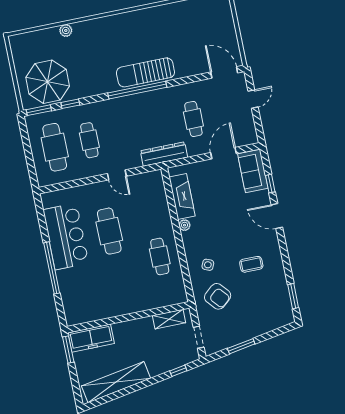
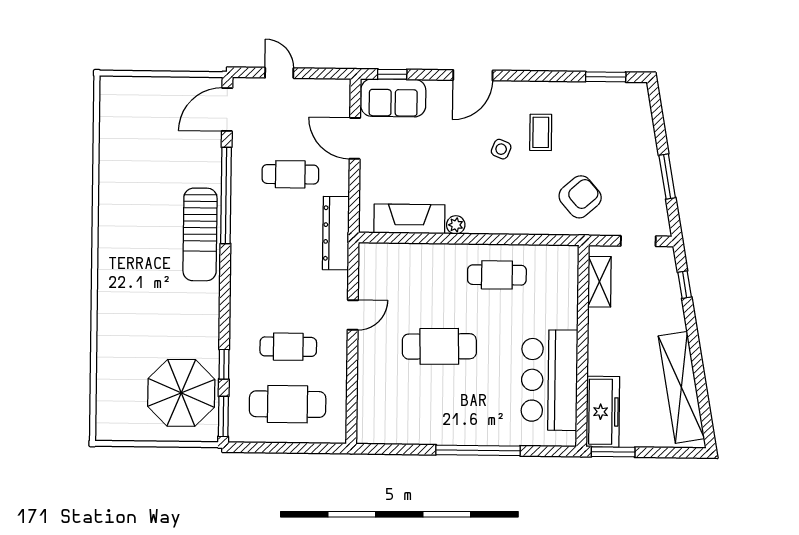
plant: (66, 30) -> (106, 346), removed
window: (137, 90) -> (226, 195), moved
window: (270, 184) -> (392, 74), moved
bar counter: (66, 236) -> (549, 380), moved, turned -90
side table: (208, 265) -> (501, 149), moved

